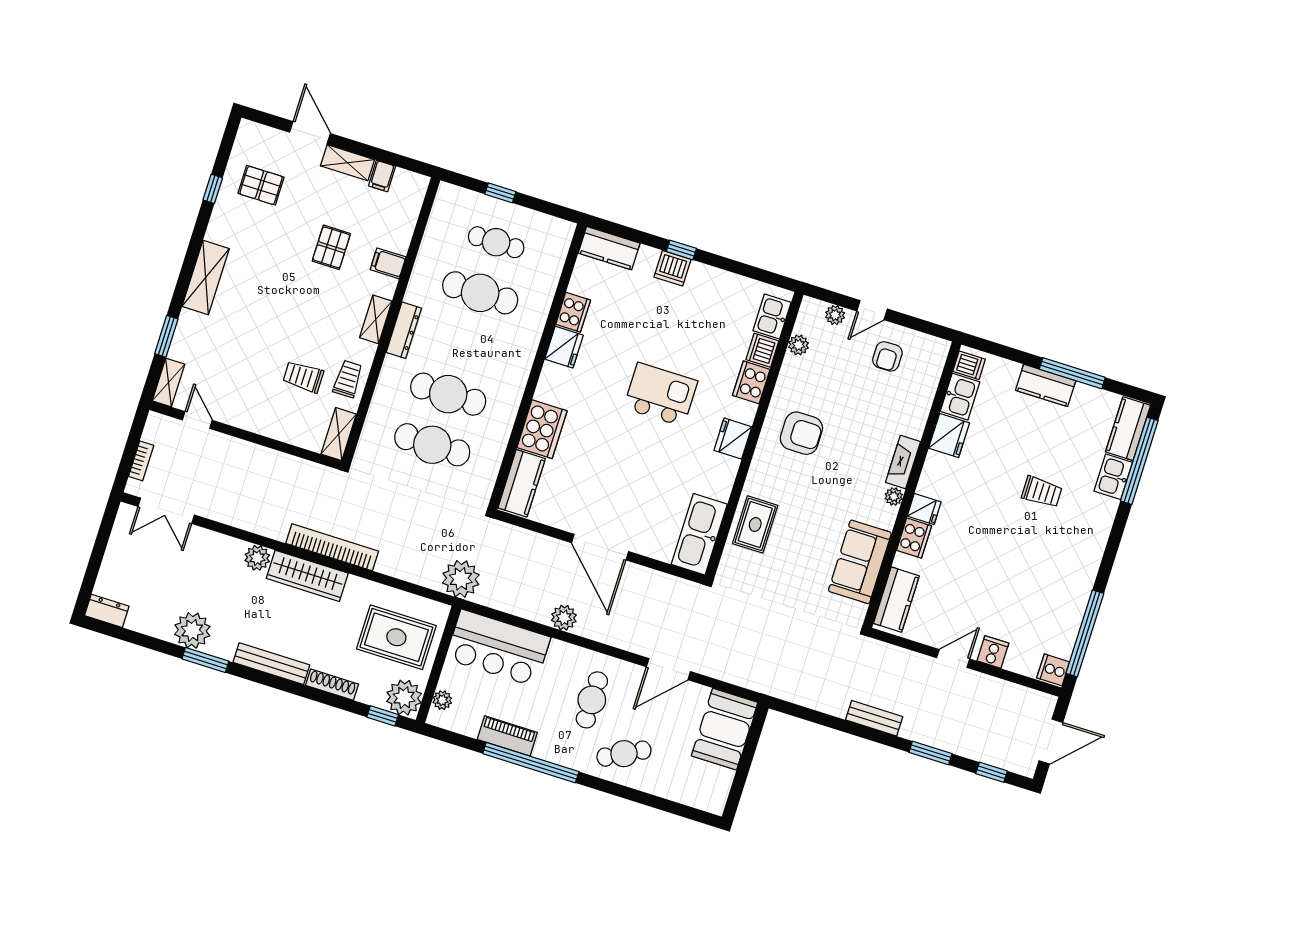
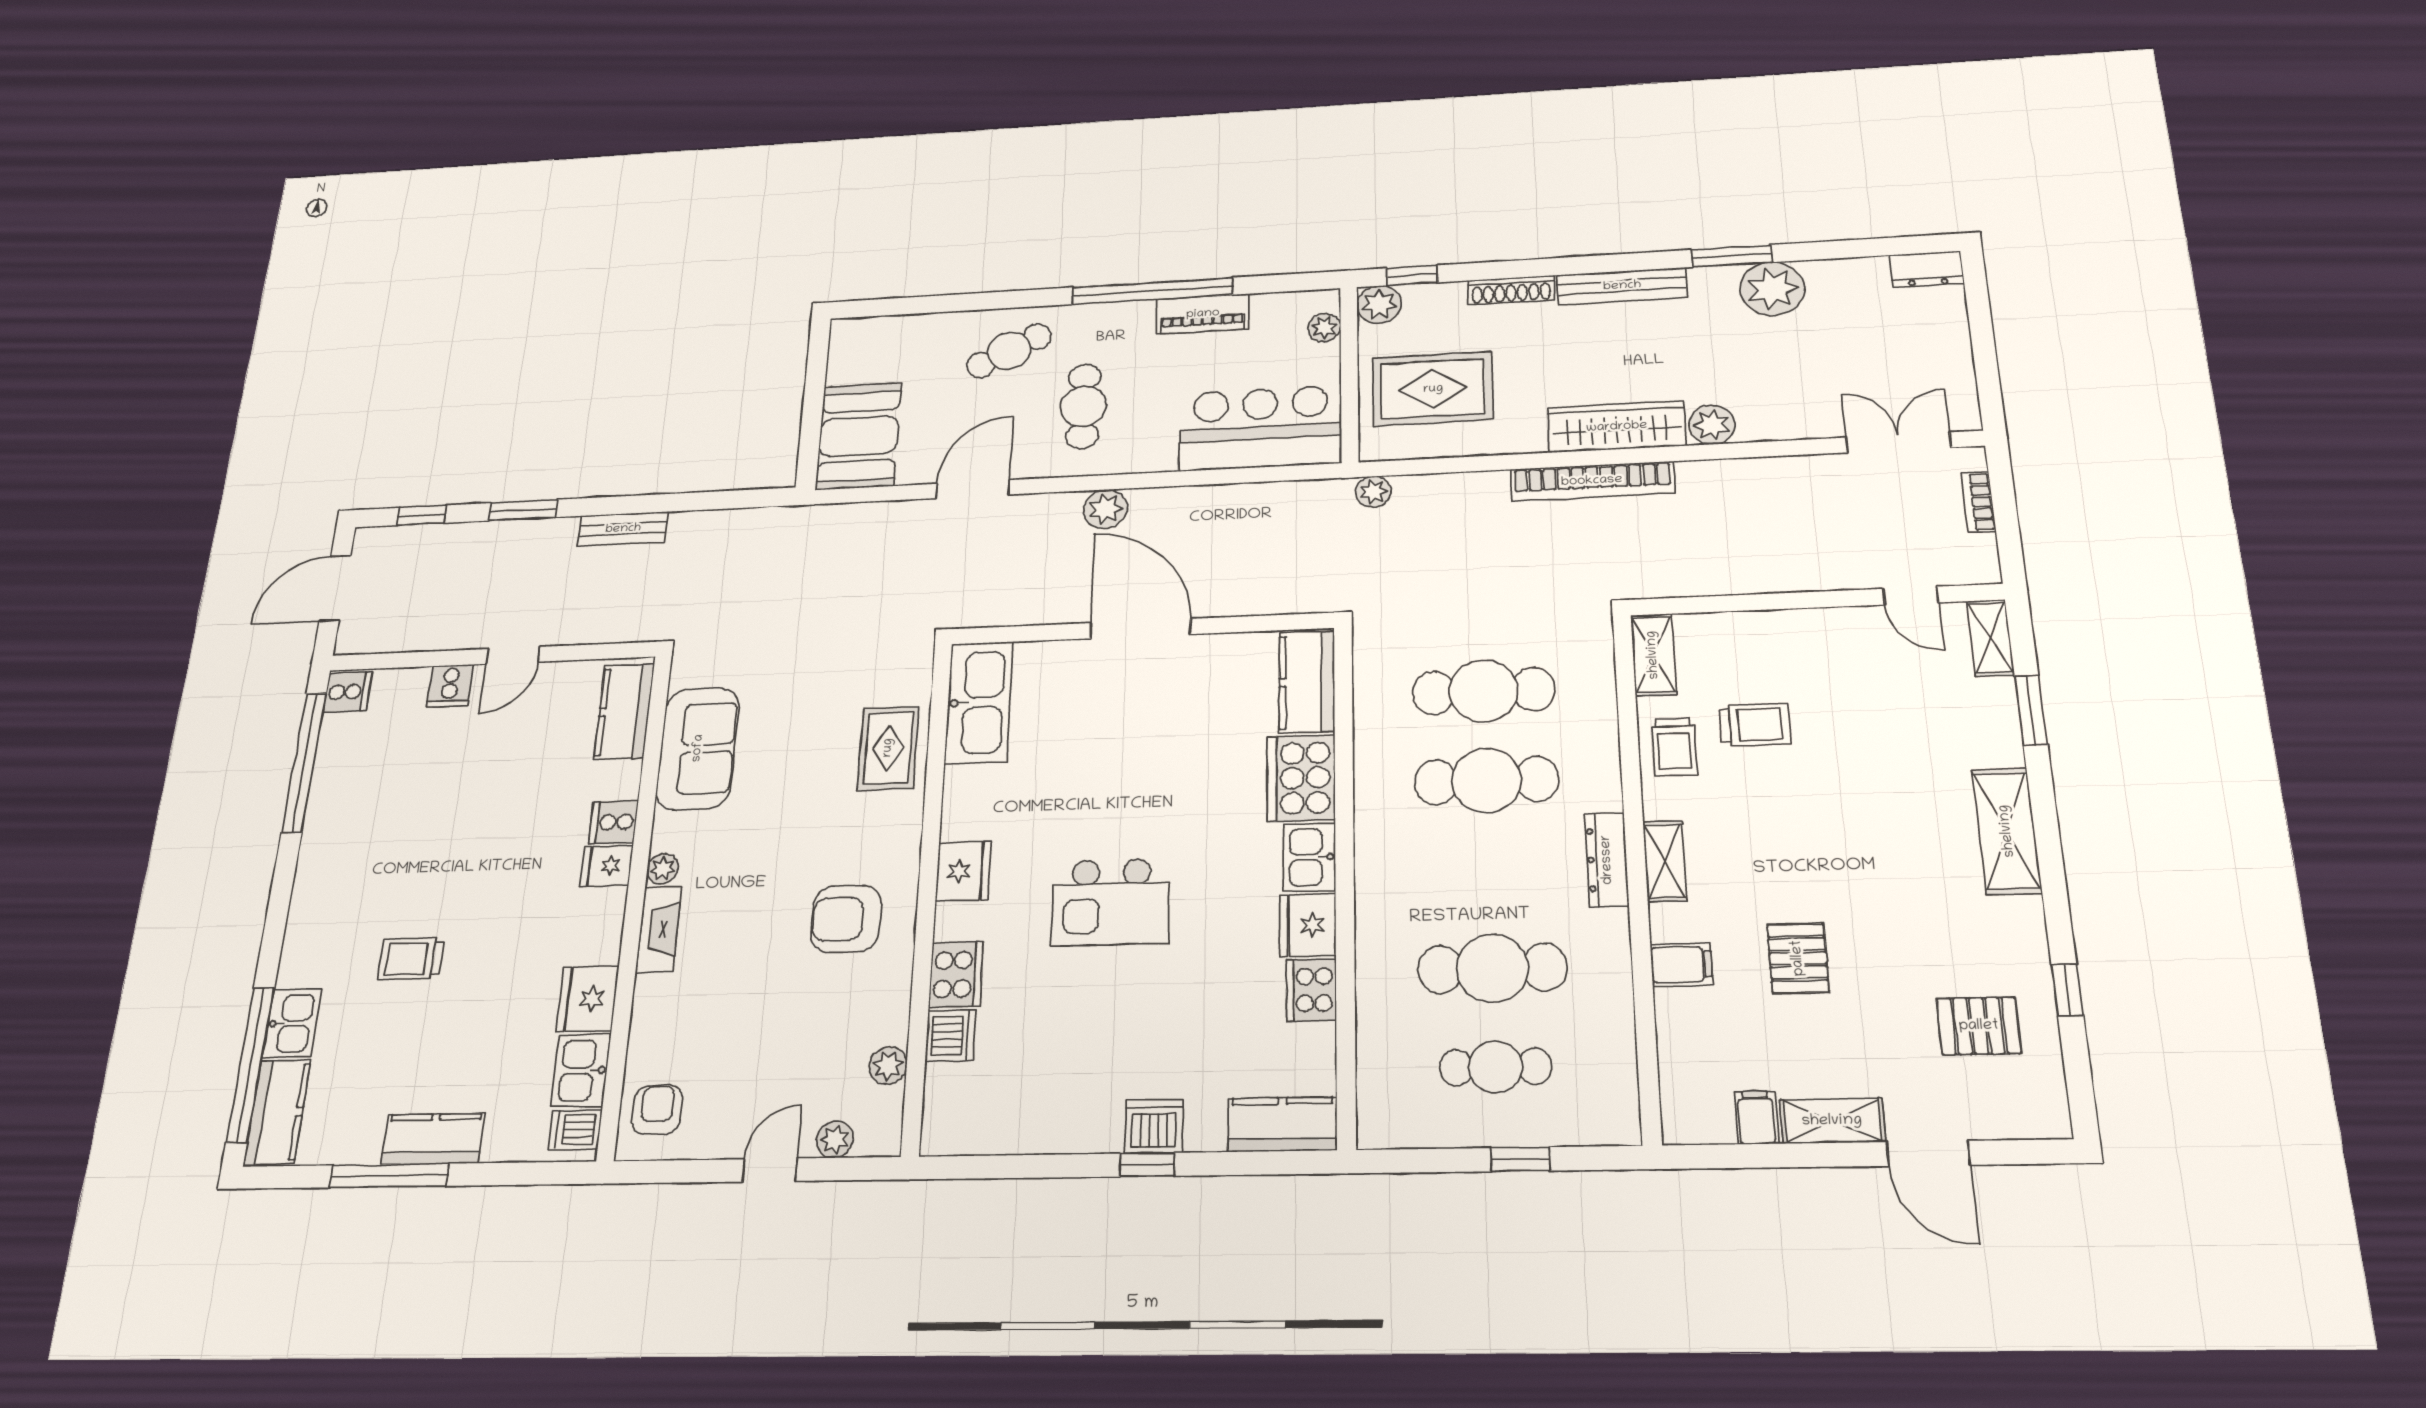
kitchen sink: (772, 316) -> (1309, 857), moved, turned 180
armchair: (887, 356) -> (657, 1110), moved
cooker: (914, 538) -> (614, 822), width x0.73
plant: (461, 579) -> (1373, 492), width x0.53, depth x0.53
plant: (564, 618) -> (1105, 509), moved
plant: (404, 698) -> (1379, 304), width x0.73, depth x0.73

